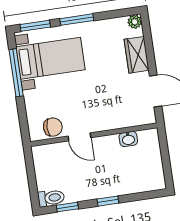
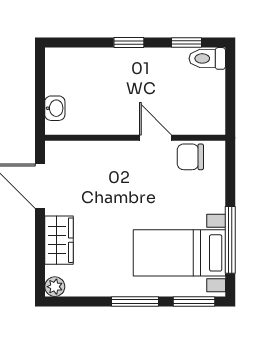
washbasin: (128, 139) -> (55, 108), moved, turned 90

